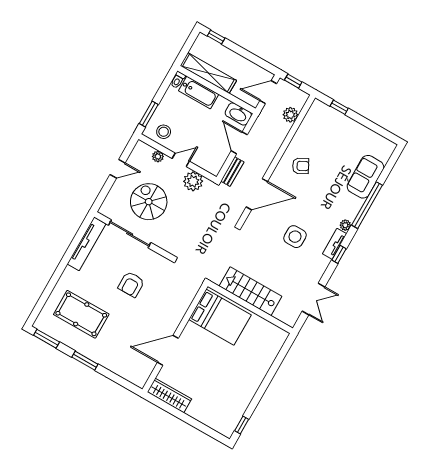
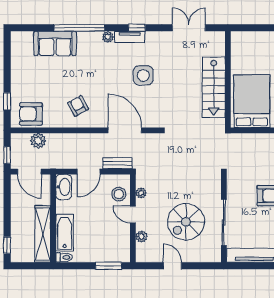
armchair: (317, 122) -> (31, 114), added
stool: (164, 132) -> (119, 194), moved
plant: (193, 181) -> (141, 193), width x0.53, depth x0.53

